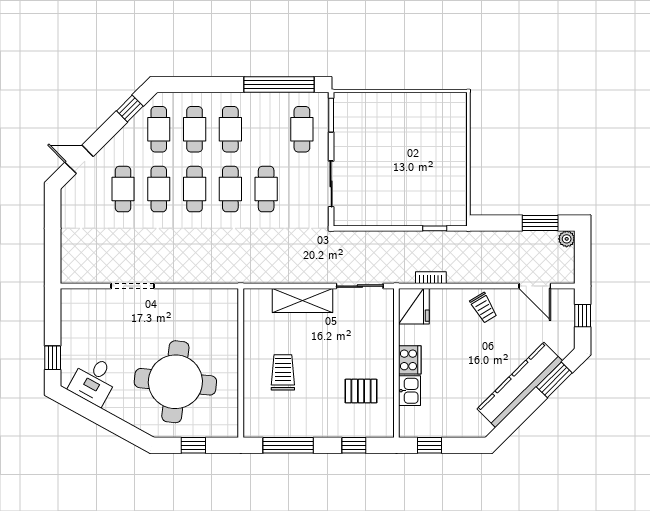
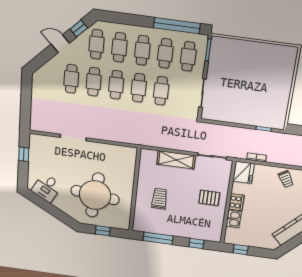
cafe table: (266, 129) -> (165, 53), added
door: (79, 159) -> (60, 44), moved
window: (53, 358) -> (24, 154), moved
pallet: (361, 391) -> (209, 198), moved

